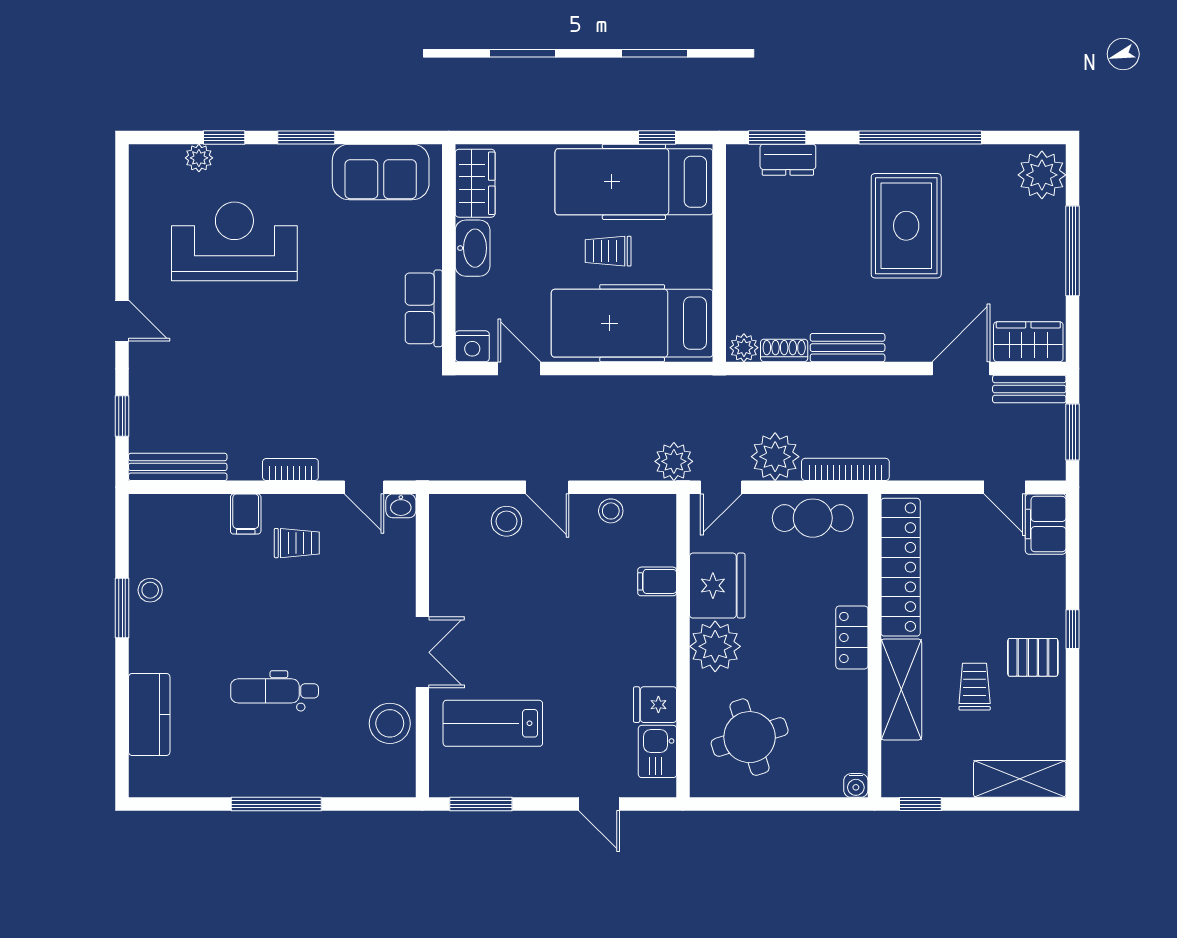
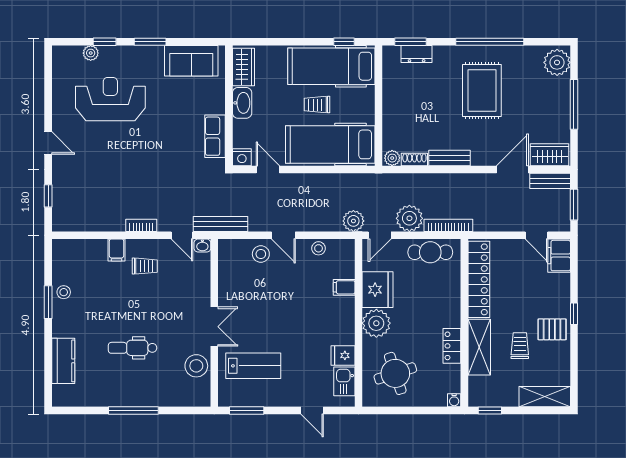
bench: (178, 467) -> (220, 224), moved
locker: (852, 637) -> (452, 346), moved
lab bench: (493, 723) -> (253, 366), turned 180

